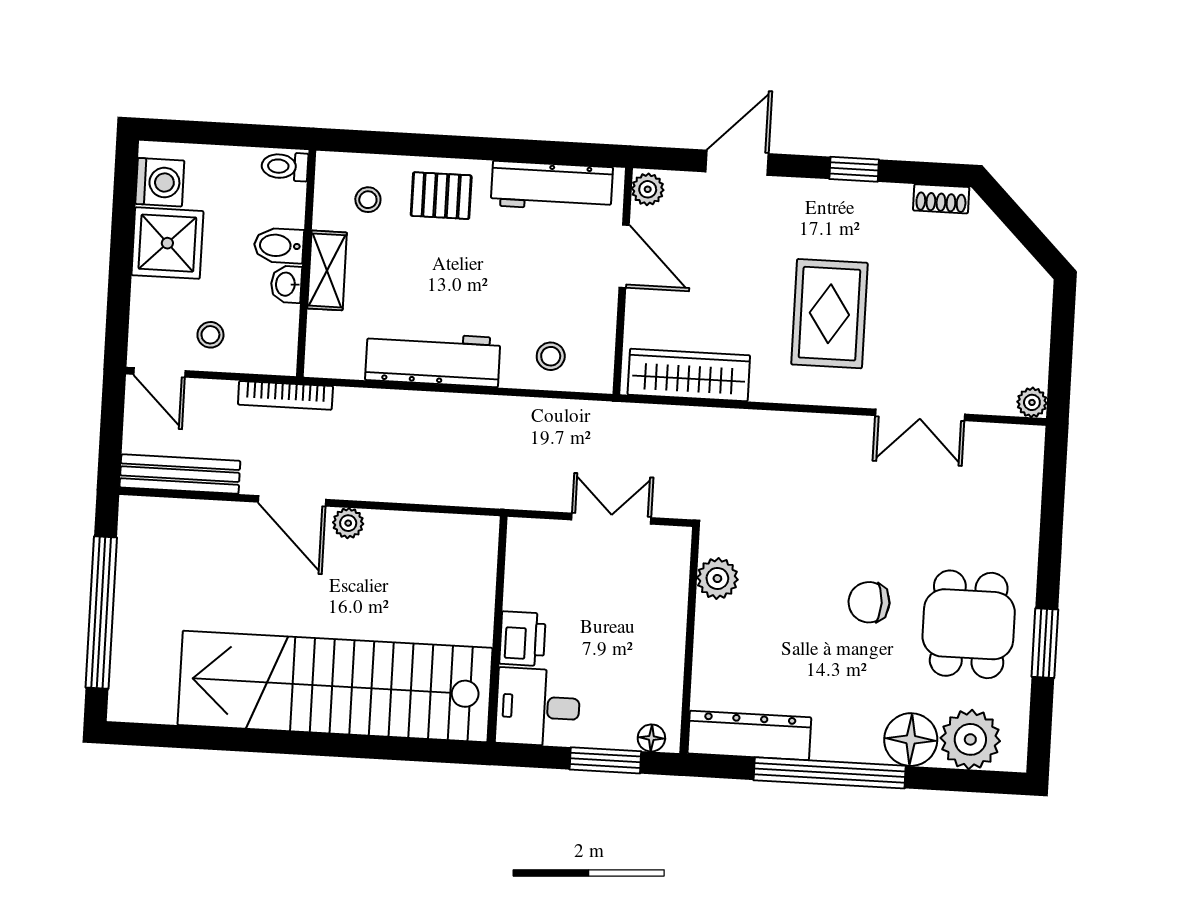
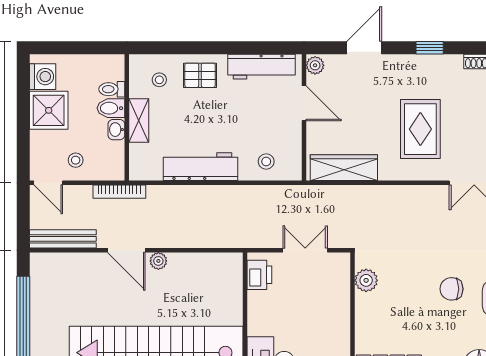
toilet: (285, 166) -> (112, 89), moved
printer: (523, 639) -> (259, 275), moved

